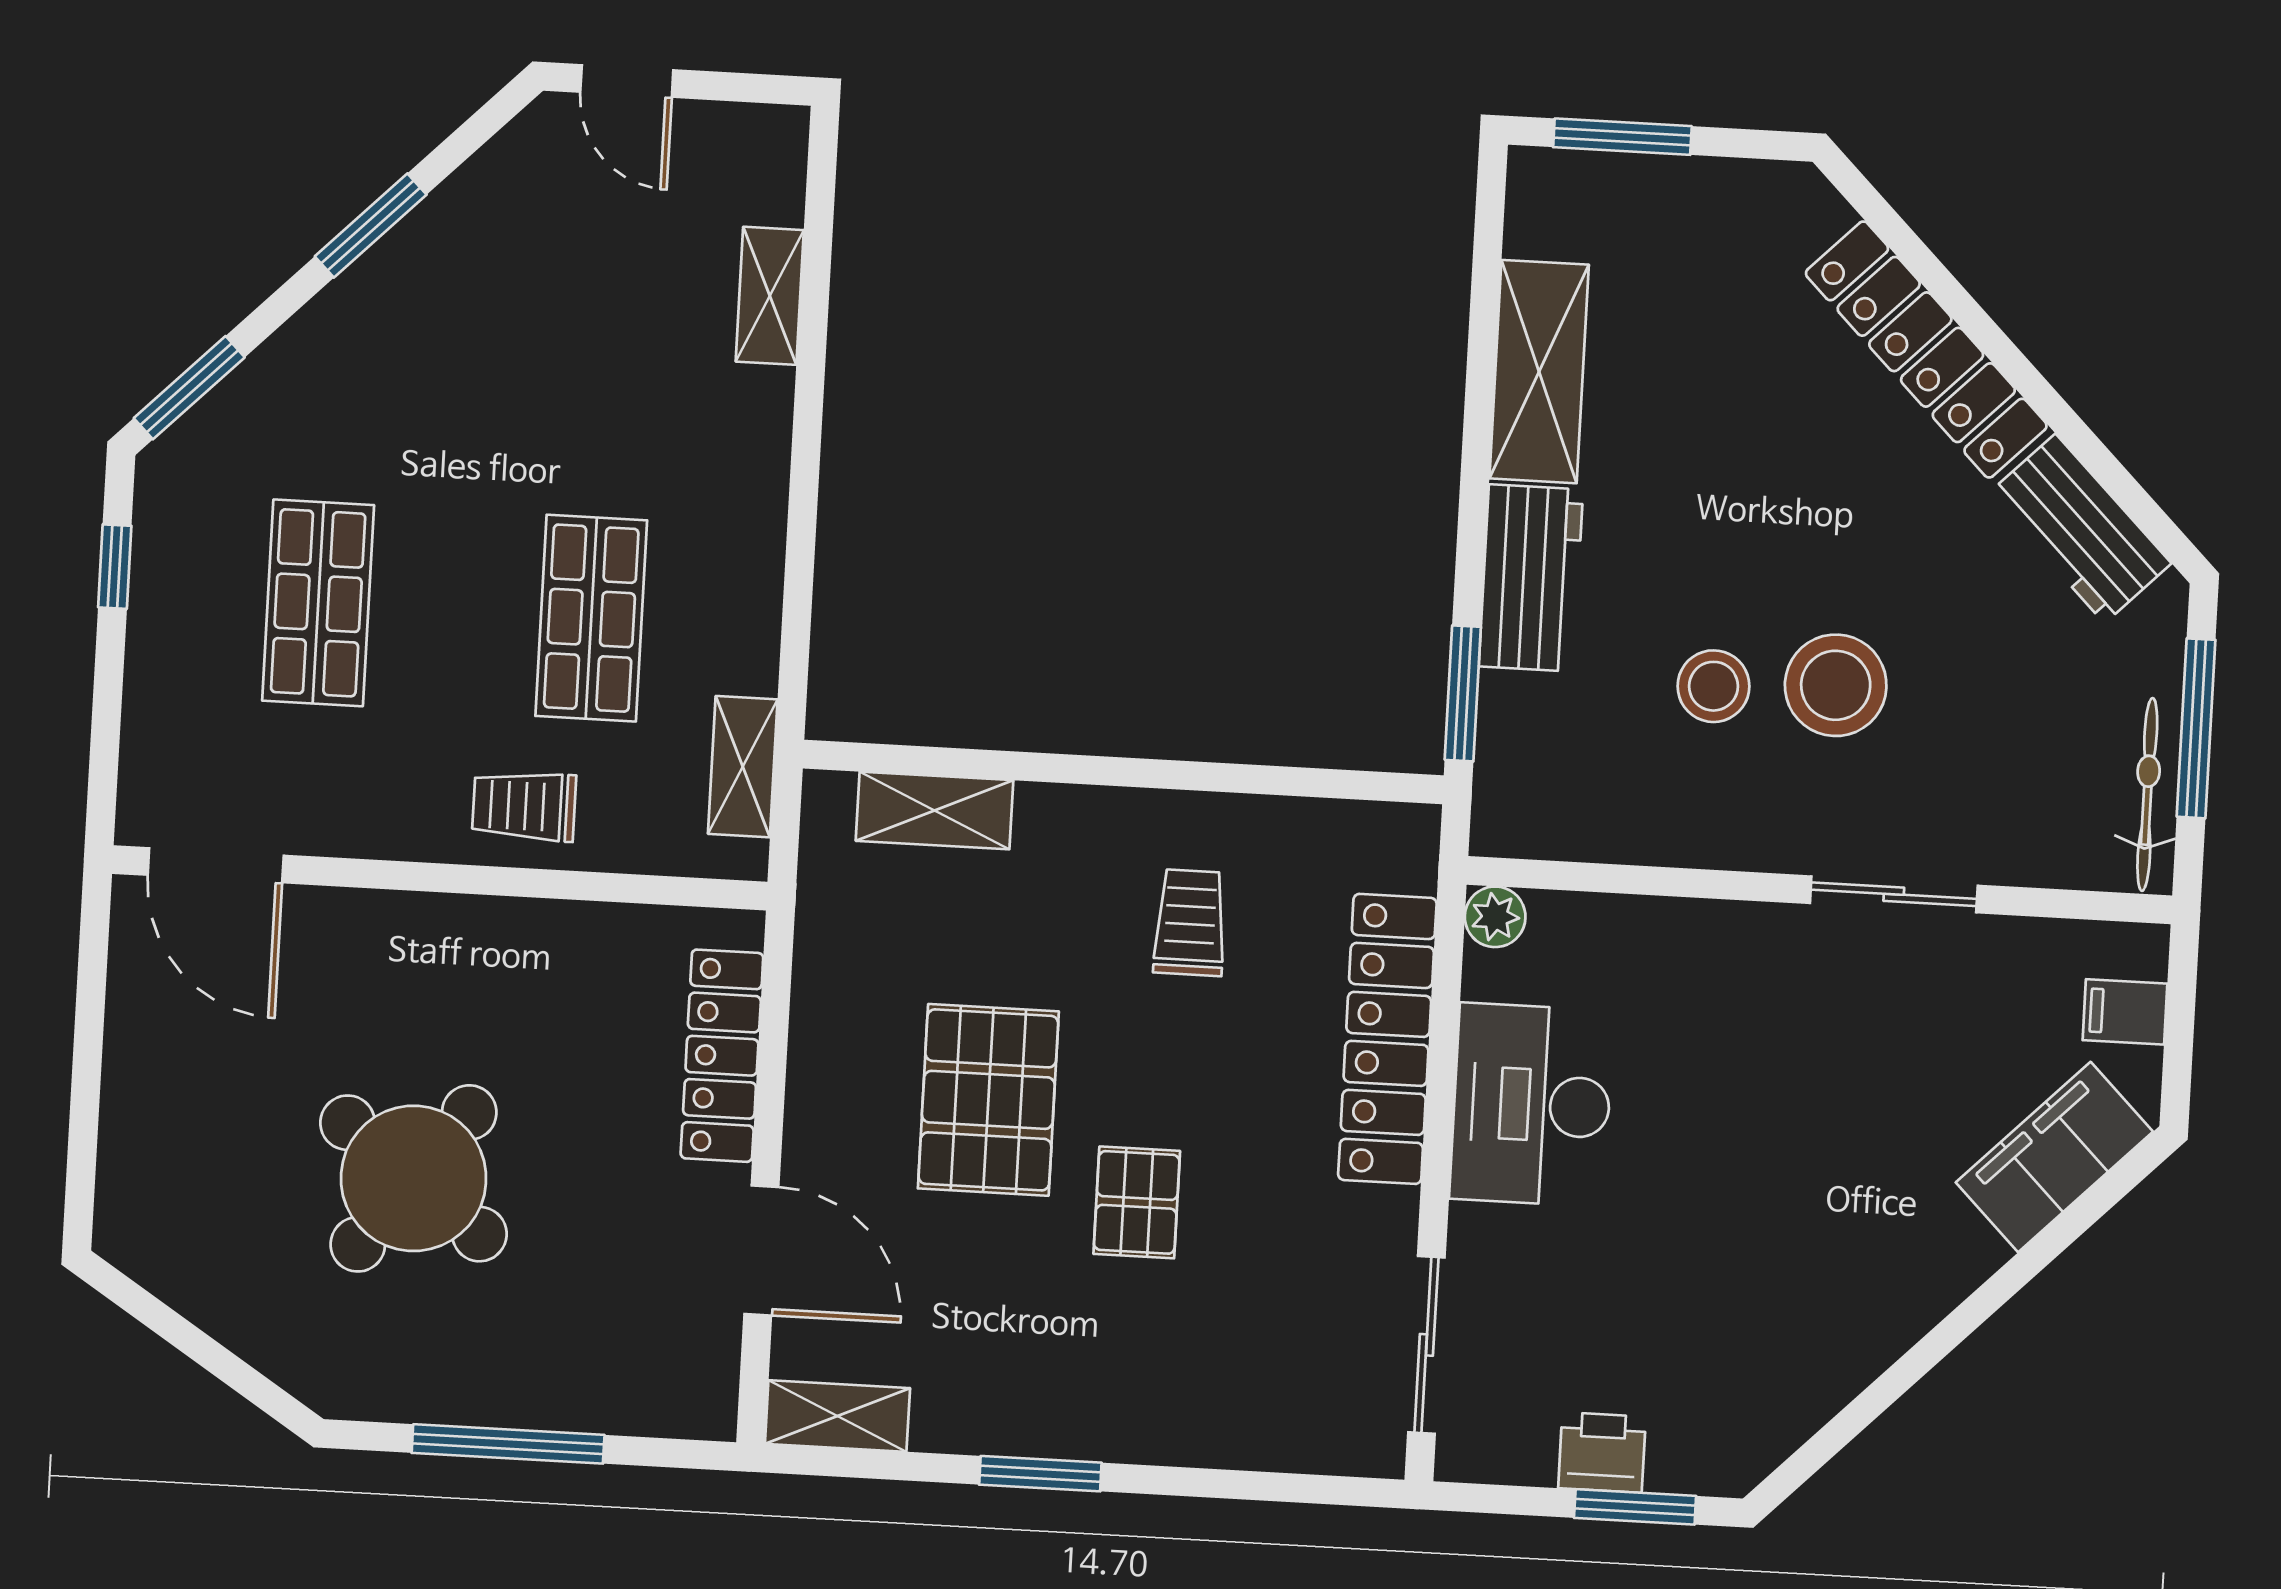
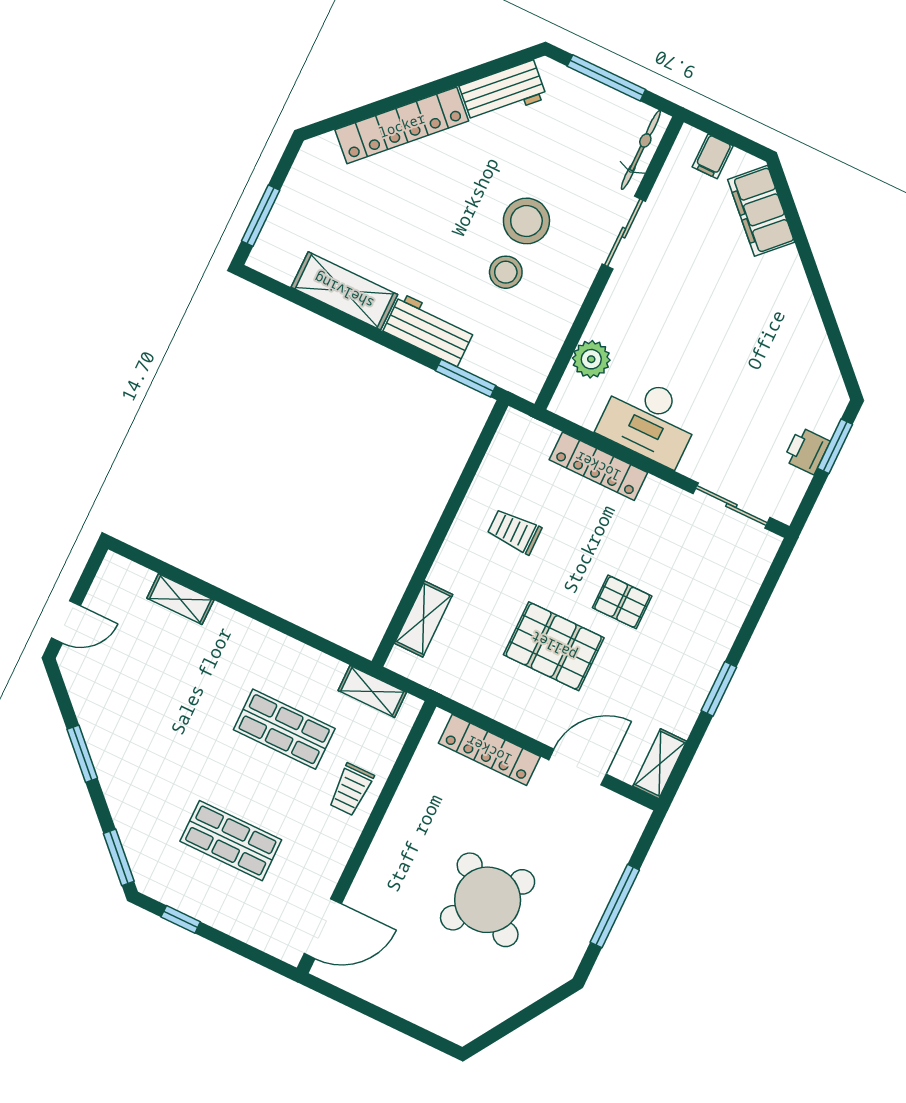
bicycle: (2147, 794) -> (641, 150), moved, turned 90
plant: (1495, 917) -> (591, 359), moved, width x1.38, depth x1.38
locker: (1387, 1039) -> (598, 466), width x0.71, depth x0.83

